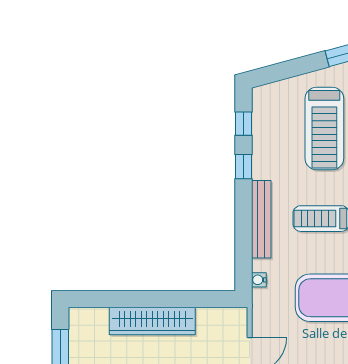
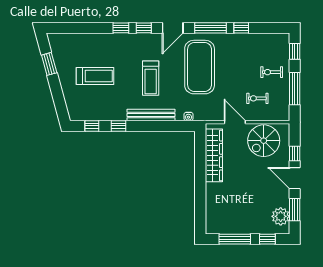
treadmill: (324, 129) -> (95, 76), width x0.73, depth x0.73
wardrobe: (152, 321) -> (214, 155), moved

